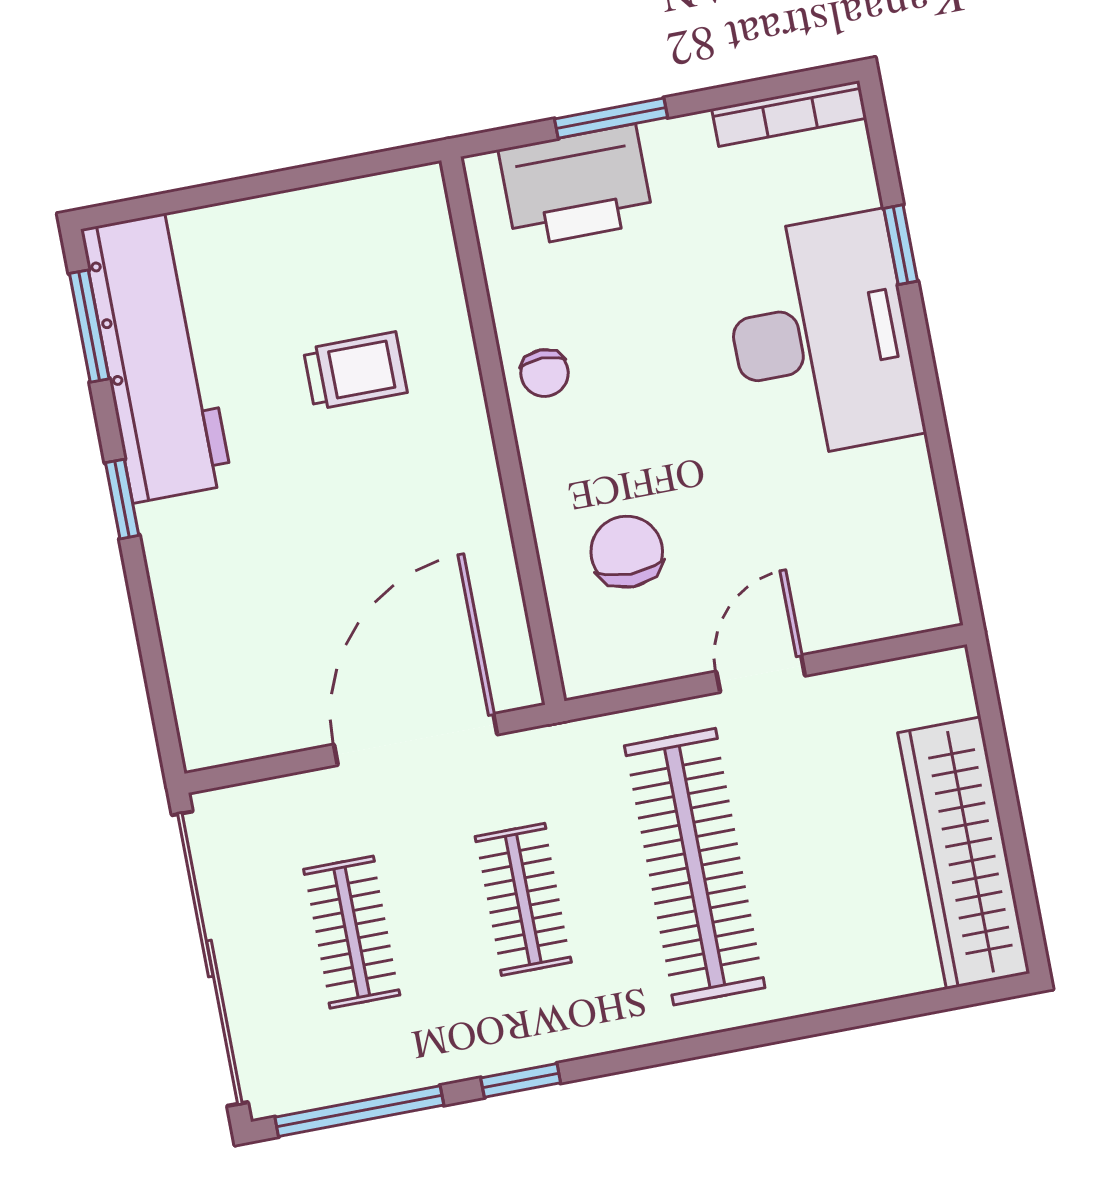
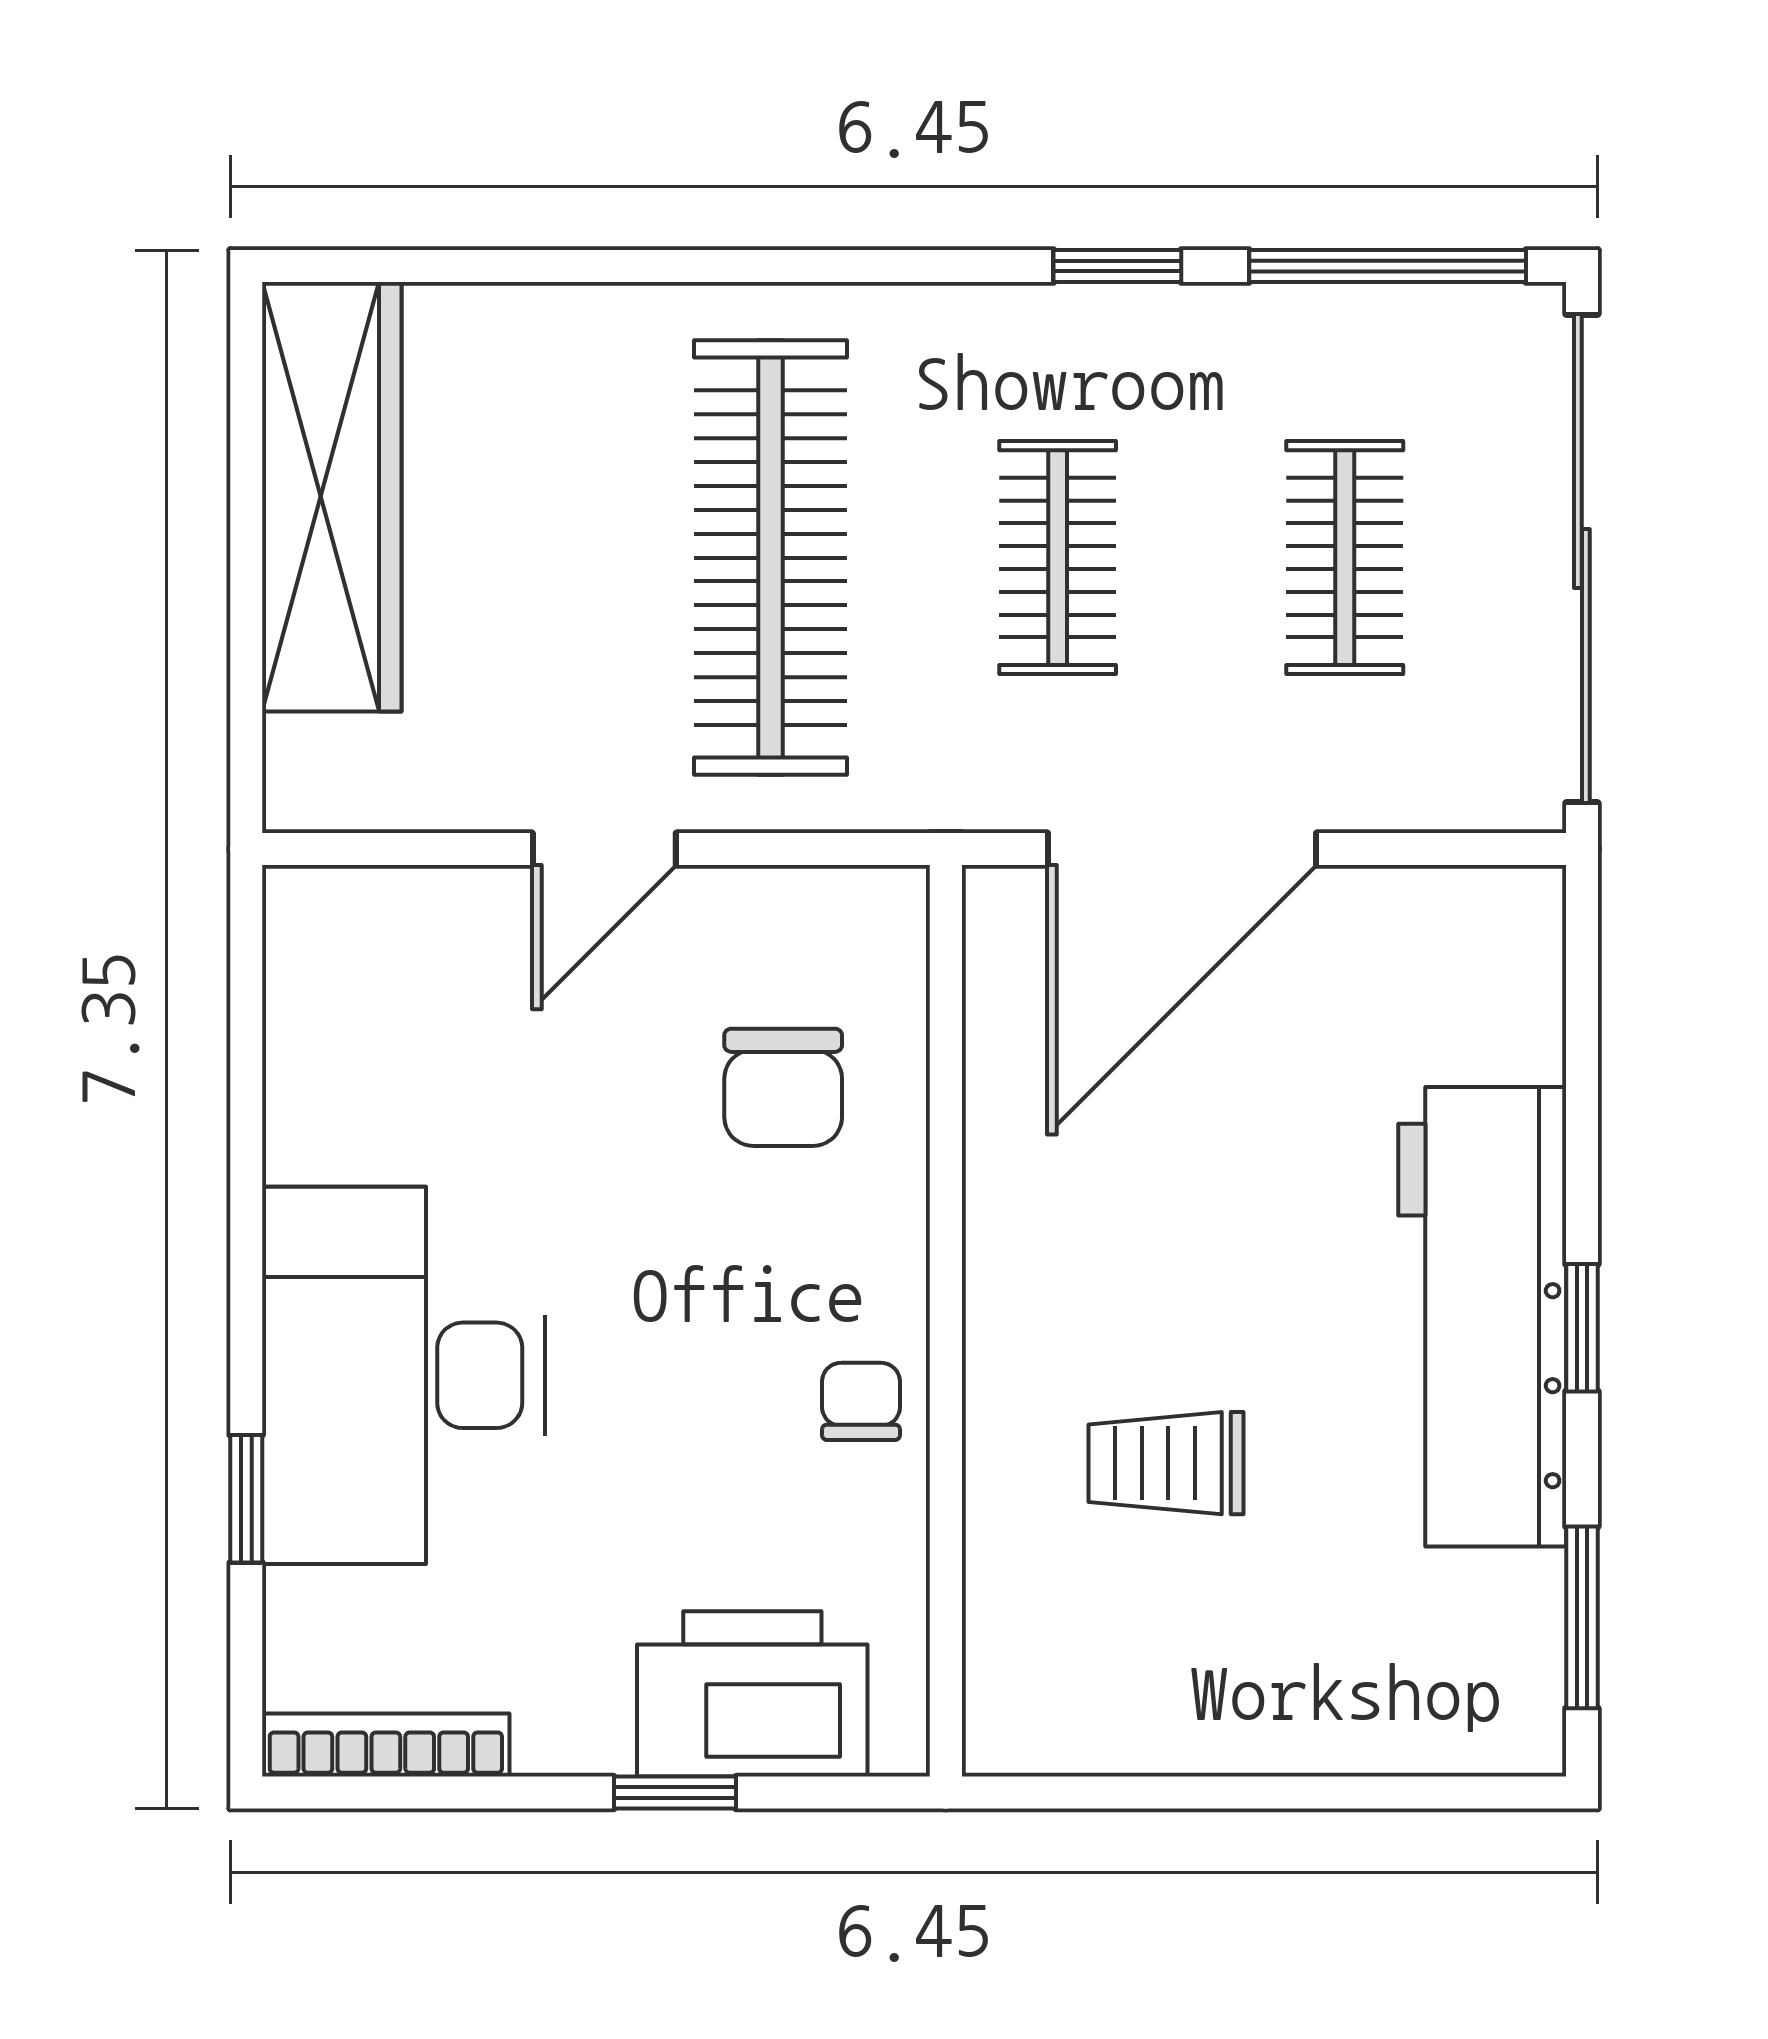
window: (611, 118) -> (675, 1793), width x0.67
workbench: (157, 357) -> (1482, 1317), moved

